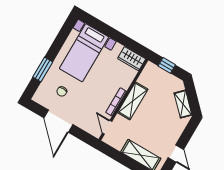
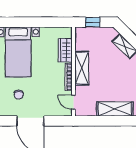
wardrobe: (132, 59) -> (65, 50), moved, turned 90

